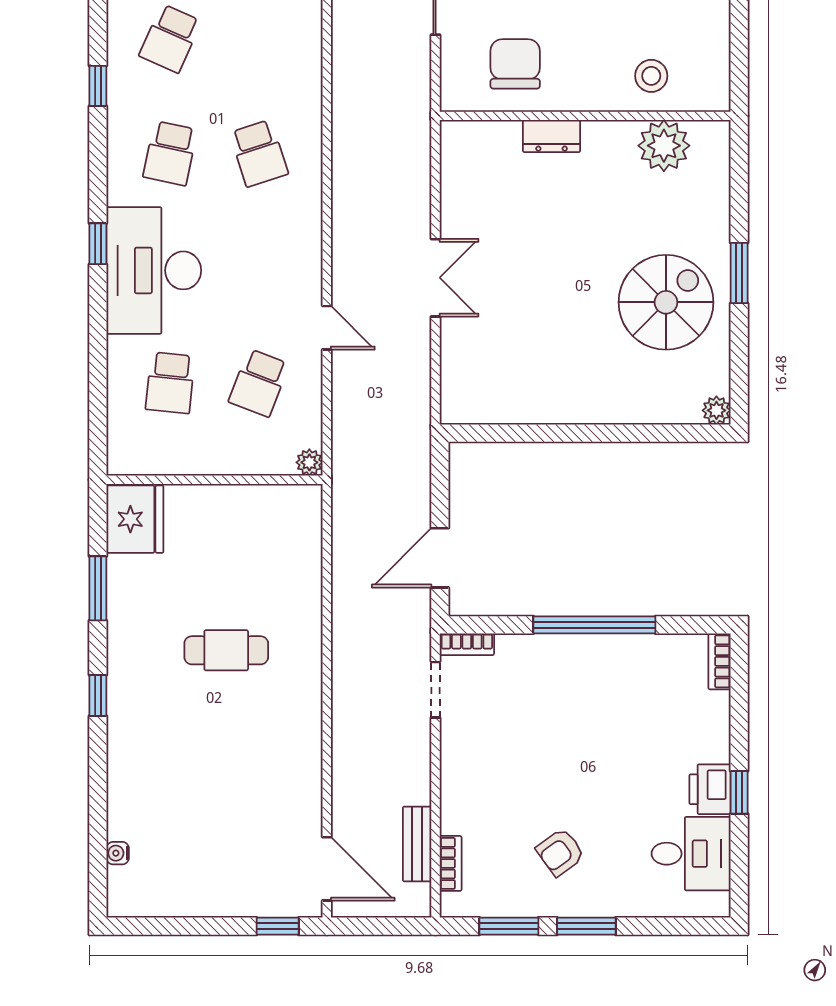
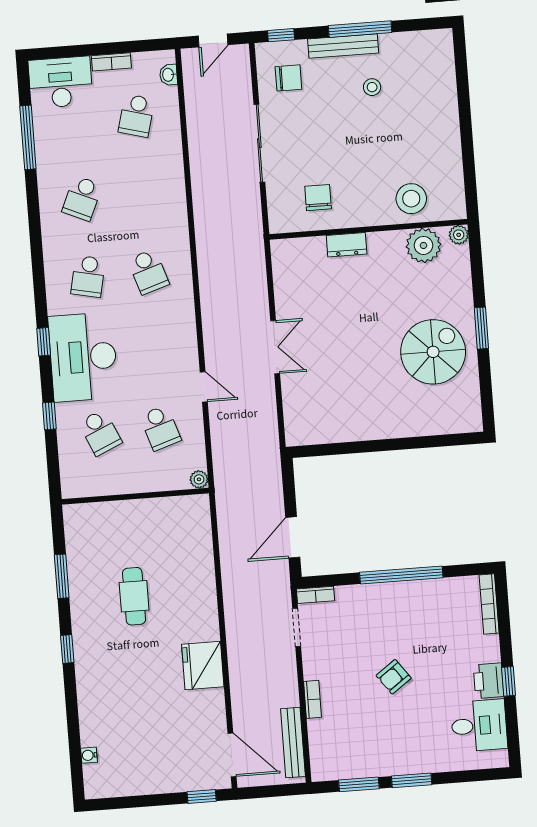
chair: (515, 64) -> (318, 198), width x0.73, depth x0.73
stool: (651, 76) -> (411, 199), width x1.38, depth x1.38
window: (98, 86) -> (49, 416), moved
school desk: (170, 383) -> (100, 433), turned -30
school desk: (259, 383) -> (160, 428), turned -39
plant: (716, 410) -> (459, 235), moved
fridge: (135, 519) -> (203, 666), moved, turned 180
cafe table: (226, 650) -> (134, 596), moved, turned 90
bookcase: (719, 661) -> (489, 604), width x1.56
bench: (417, 844) -> (293, 743), width x1.36
armchair: (560, 852) -> (394, 677), moved
bookcase: (451, 863) -> (312, 699), moved

